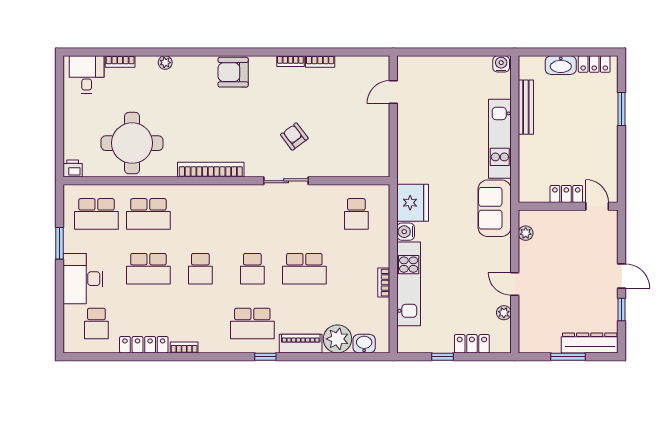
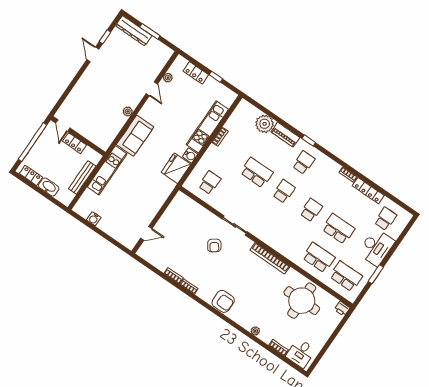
water cooler: (501, 64) -> (94, 219), moved
window: (622, 109) -> (33, 142), width x2.11
locker: (566, 194) -> (75, 143), moved
wall: (568, 206) -> (78, 136), moved
door: (597, 206) -> (63, 126), moved
school desk: (252, 324) -> (304, 163), width x0.54
washbasin: (364, 344) -> (252, 112), removed

